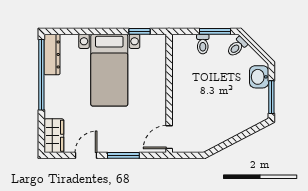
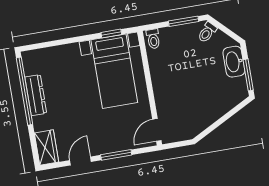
toilet: (203, 44) -> (153, 39), moved
dresser: (52, 54) -> (36, 95), moved
bed with nightstands: (109, 70) -> (114, 71), moved
washbasin: (259, 77) -> (234, 62), width x1.38

